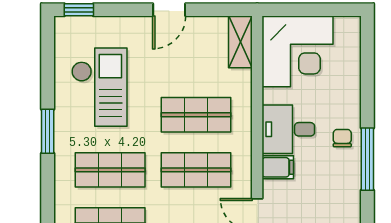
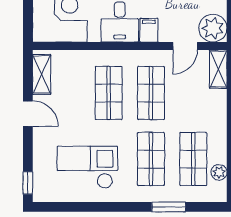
shelving: (240, 42) -> (42, 74), moved, turned 90
window: (48, 131) -> (169, 207), moved

